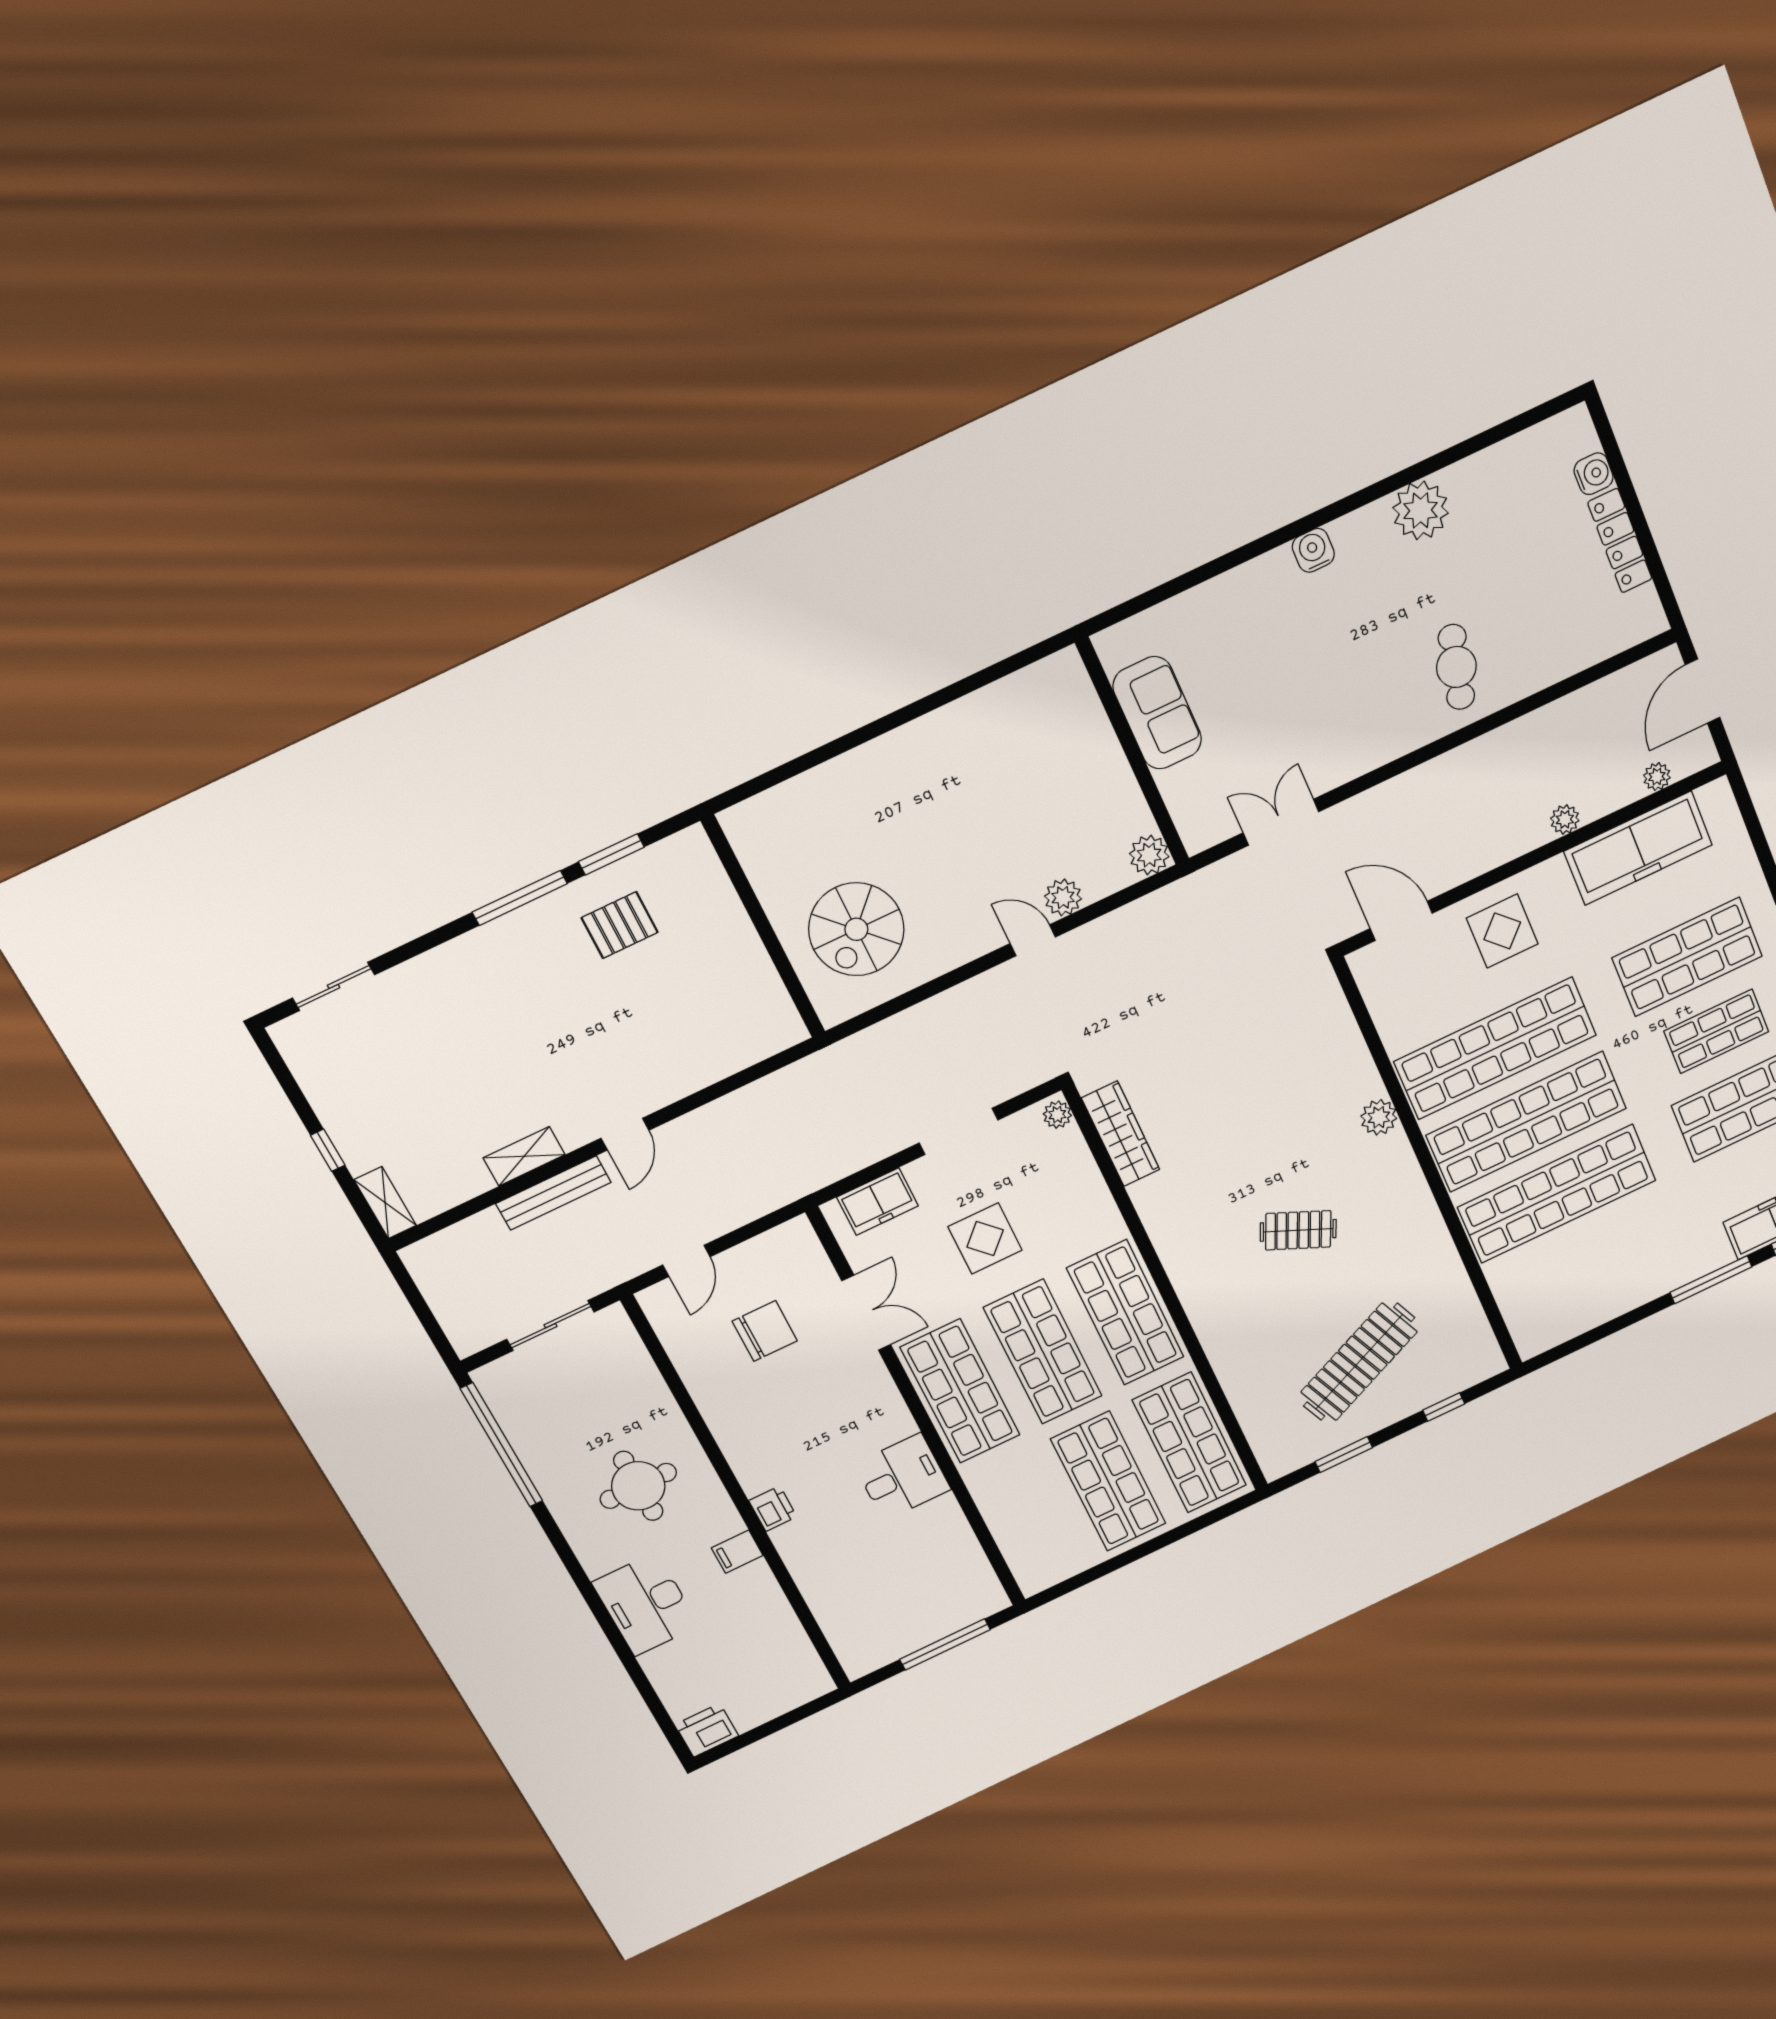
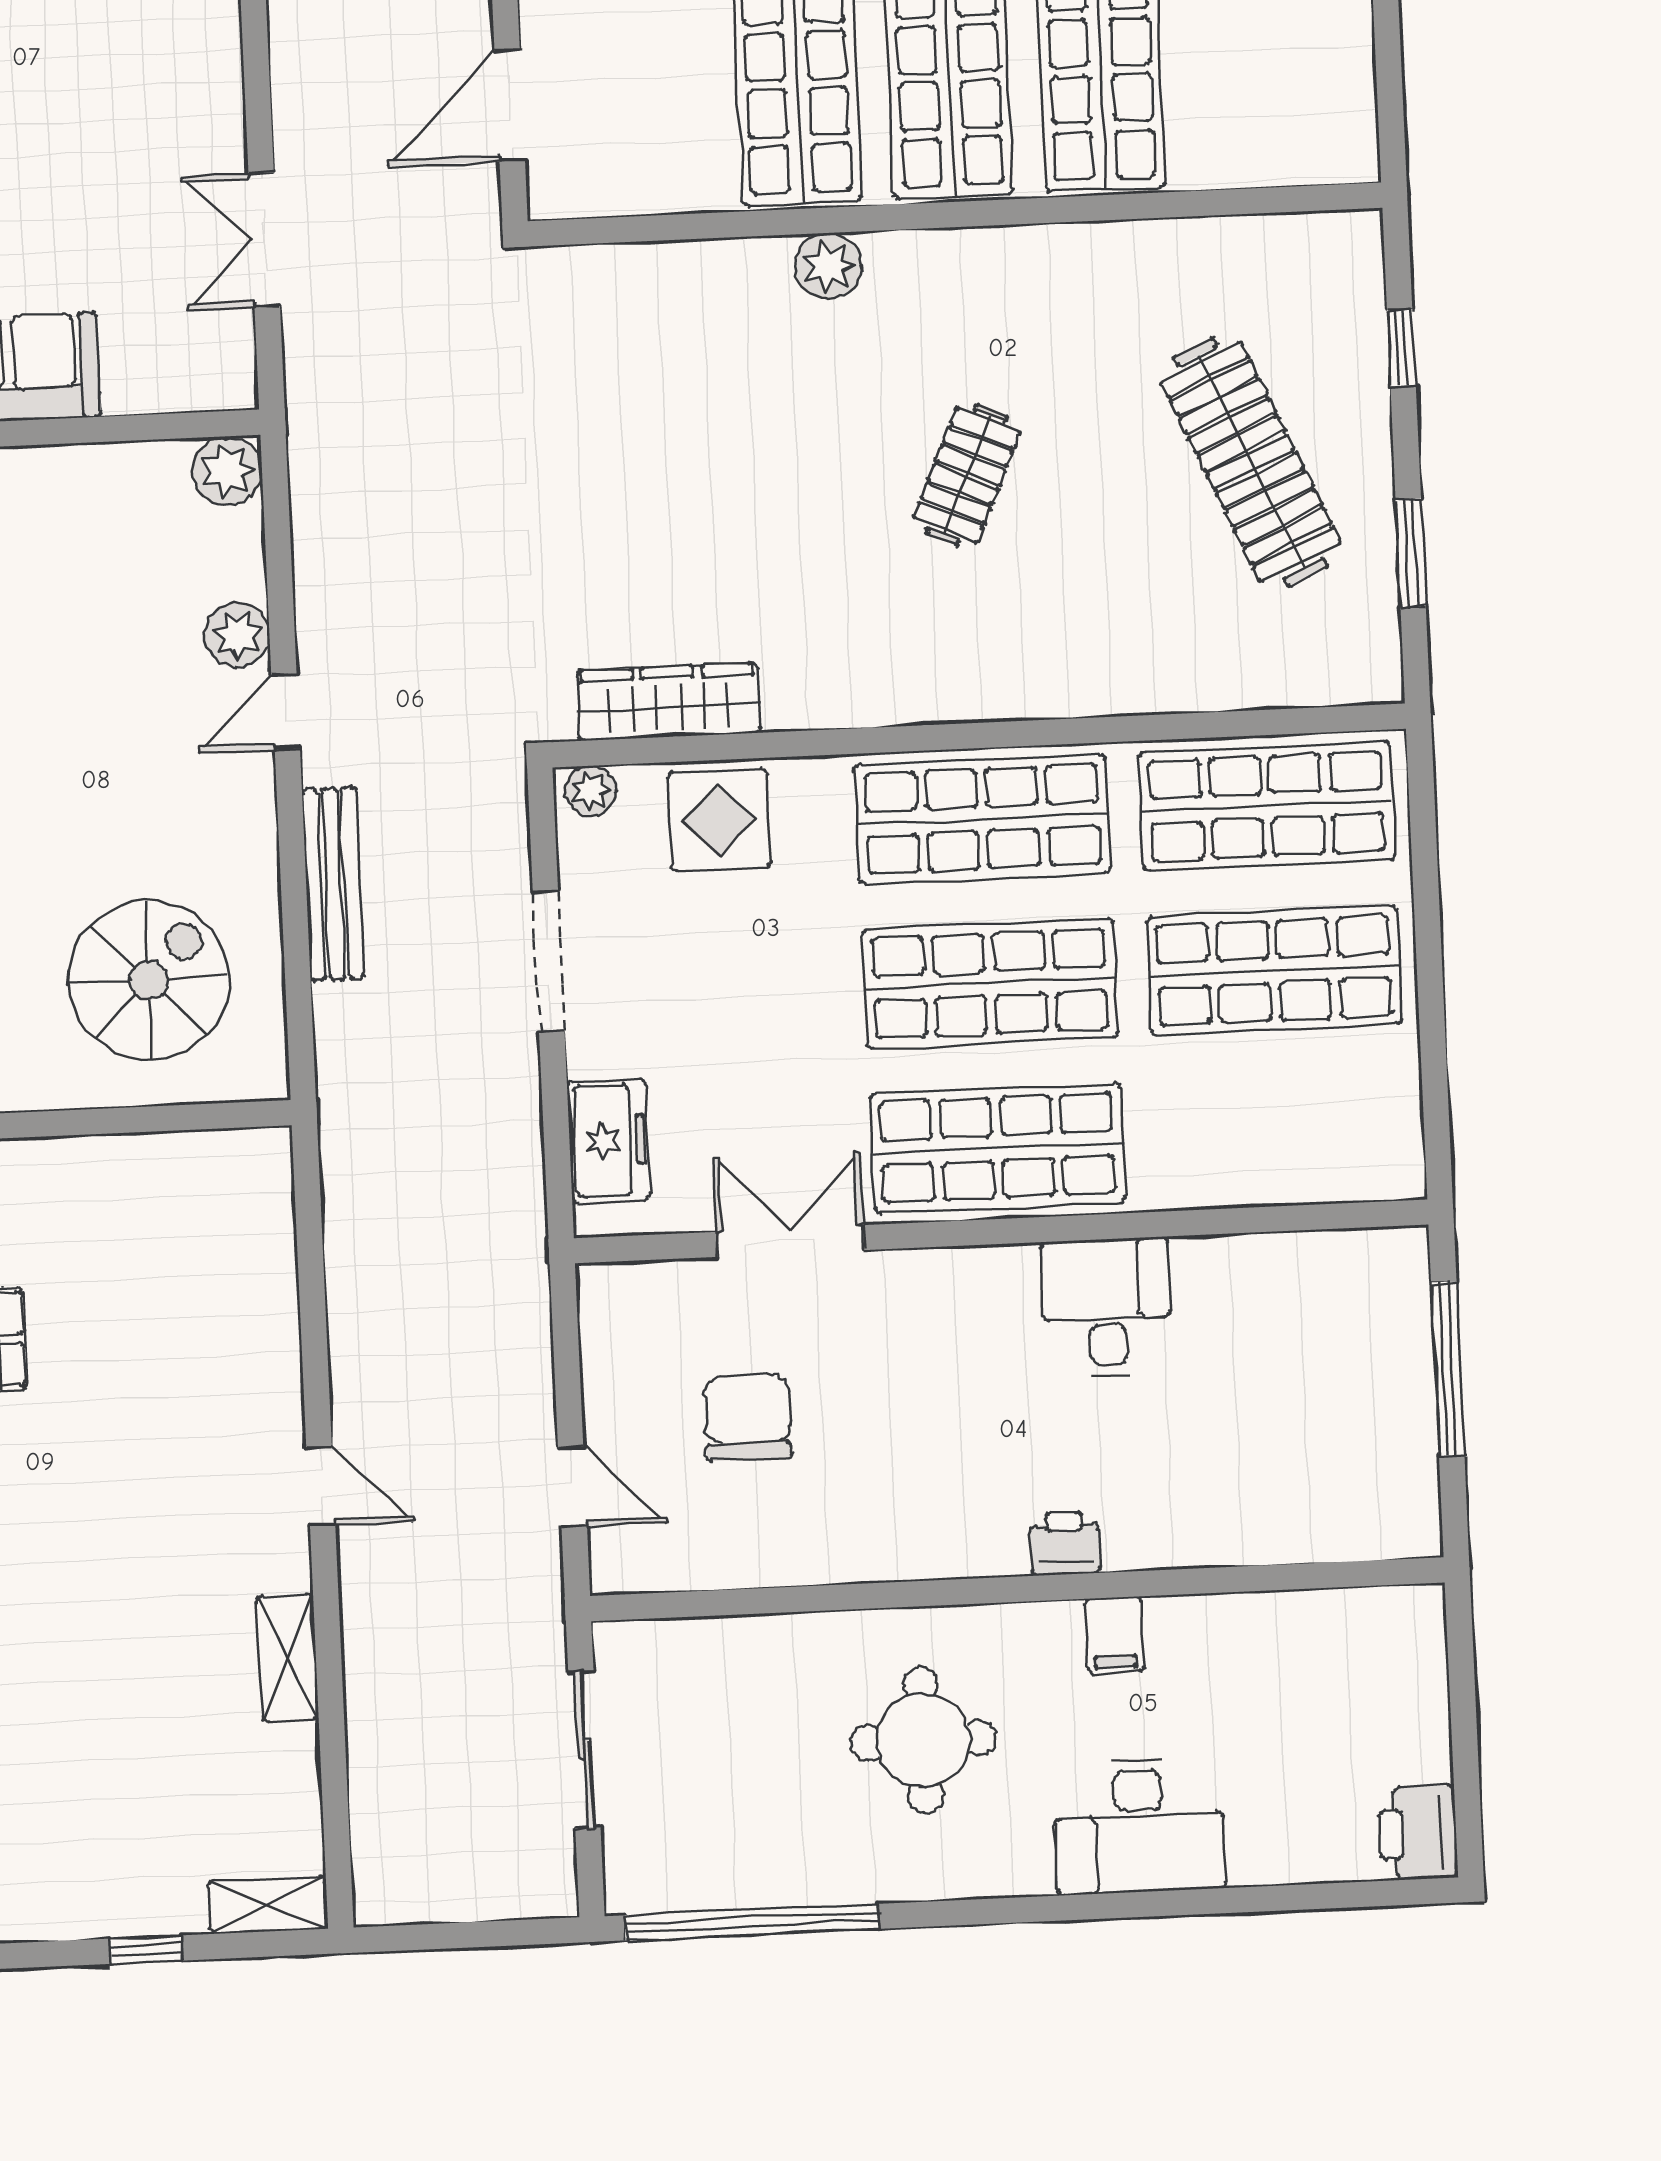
spiral stairs: (856, 929) -> (149, 980), turned -90
bench: (553, 1193) -> (333, 884), moved
display table: (985, 1238) -> (719, 820), moved

